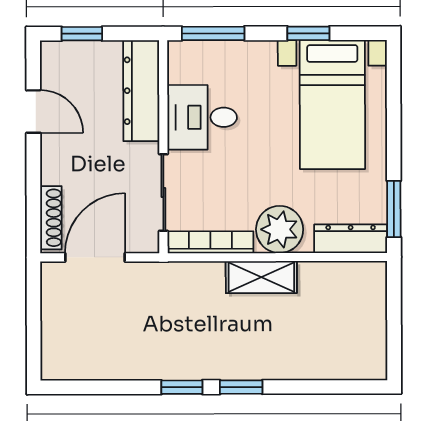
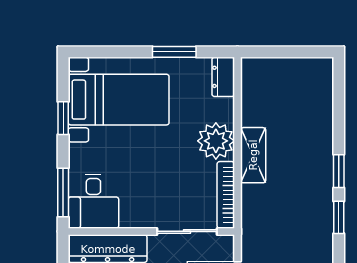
desk: (202, 117) -> (93, 201), moved
window: (394, 209) -> (174, 52), moved
dresser: (351, 239) -> (223, 77), width x0.70

